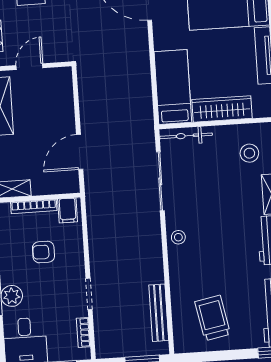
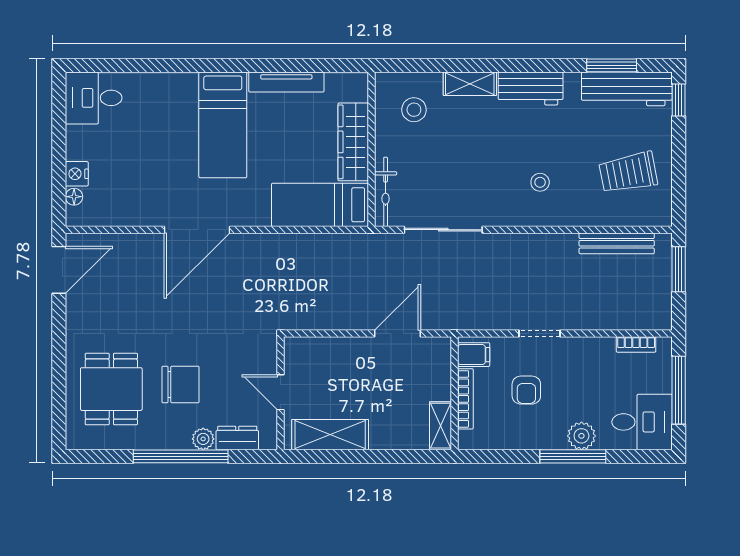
door: (80, 152) -> (397, 334), swing flipped
stool: (178, 237) -> (540, 182), moved
doorway: (89, 294) -> (539, 334), moved

